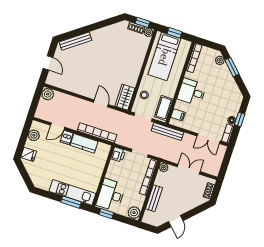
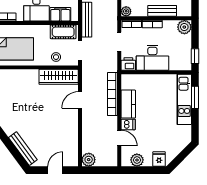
wardrobe: (125, 97) -> (59, 77), width x1.50
filing cabinet: (178, 115) -> (60, 14), width x2.00
desk: (111, 195) -> (152, 58), moved

